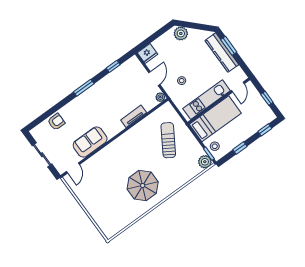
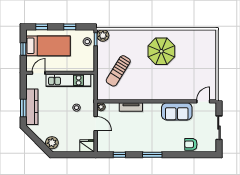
door: (154, 79) -> (96, 124), swing flipped
bed: (215, 119) -> (48, 46), moved, turned 180

